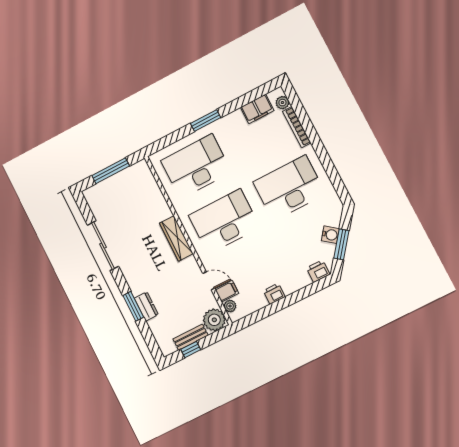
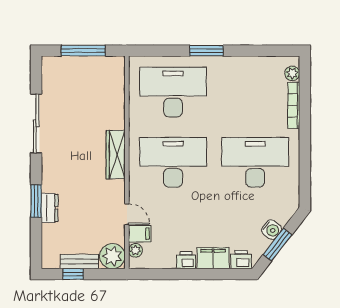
filing cabinet: (257, 109) -> (213, 258), moved, turned 180

